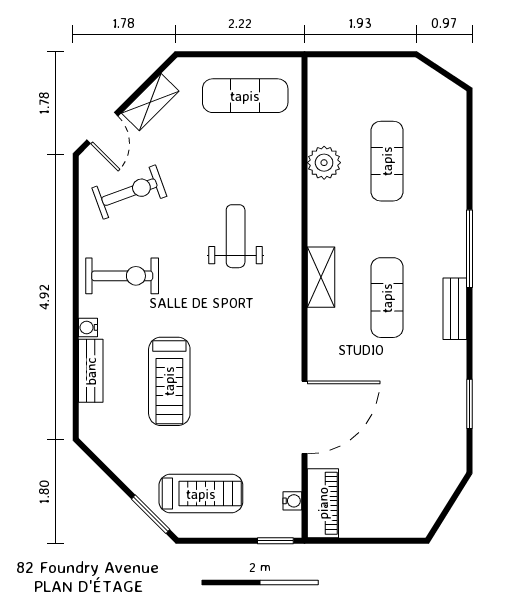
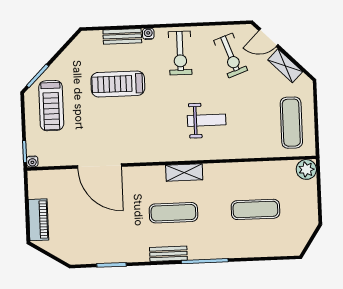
plant: (324, 163) -> (306, 169), moved
water cooler: (292, 501) -> (32, 161), moved
piano: (323, 503) -> (38, 220), moved, turned -90

